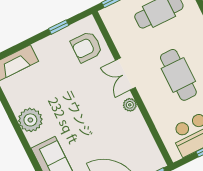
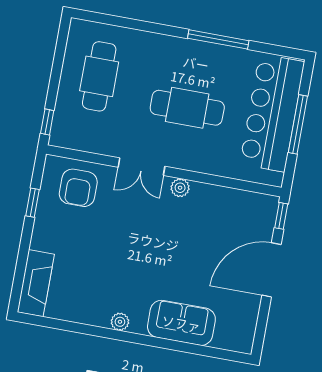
plant: (30, 120) -> (120, 322), width x0.53, depth x0.53

